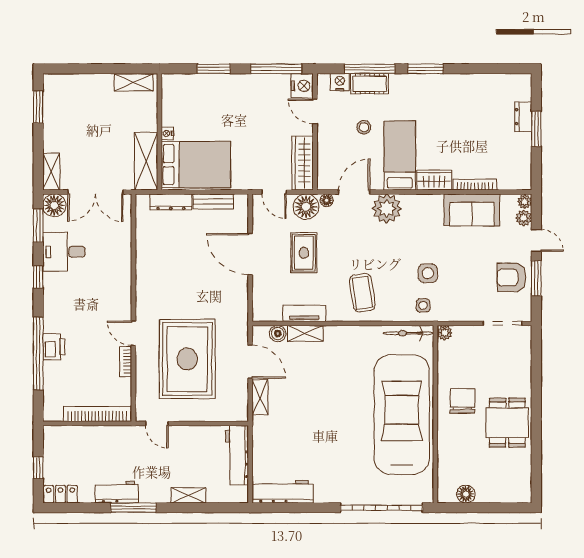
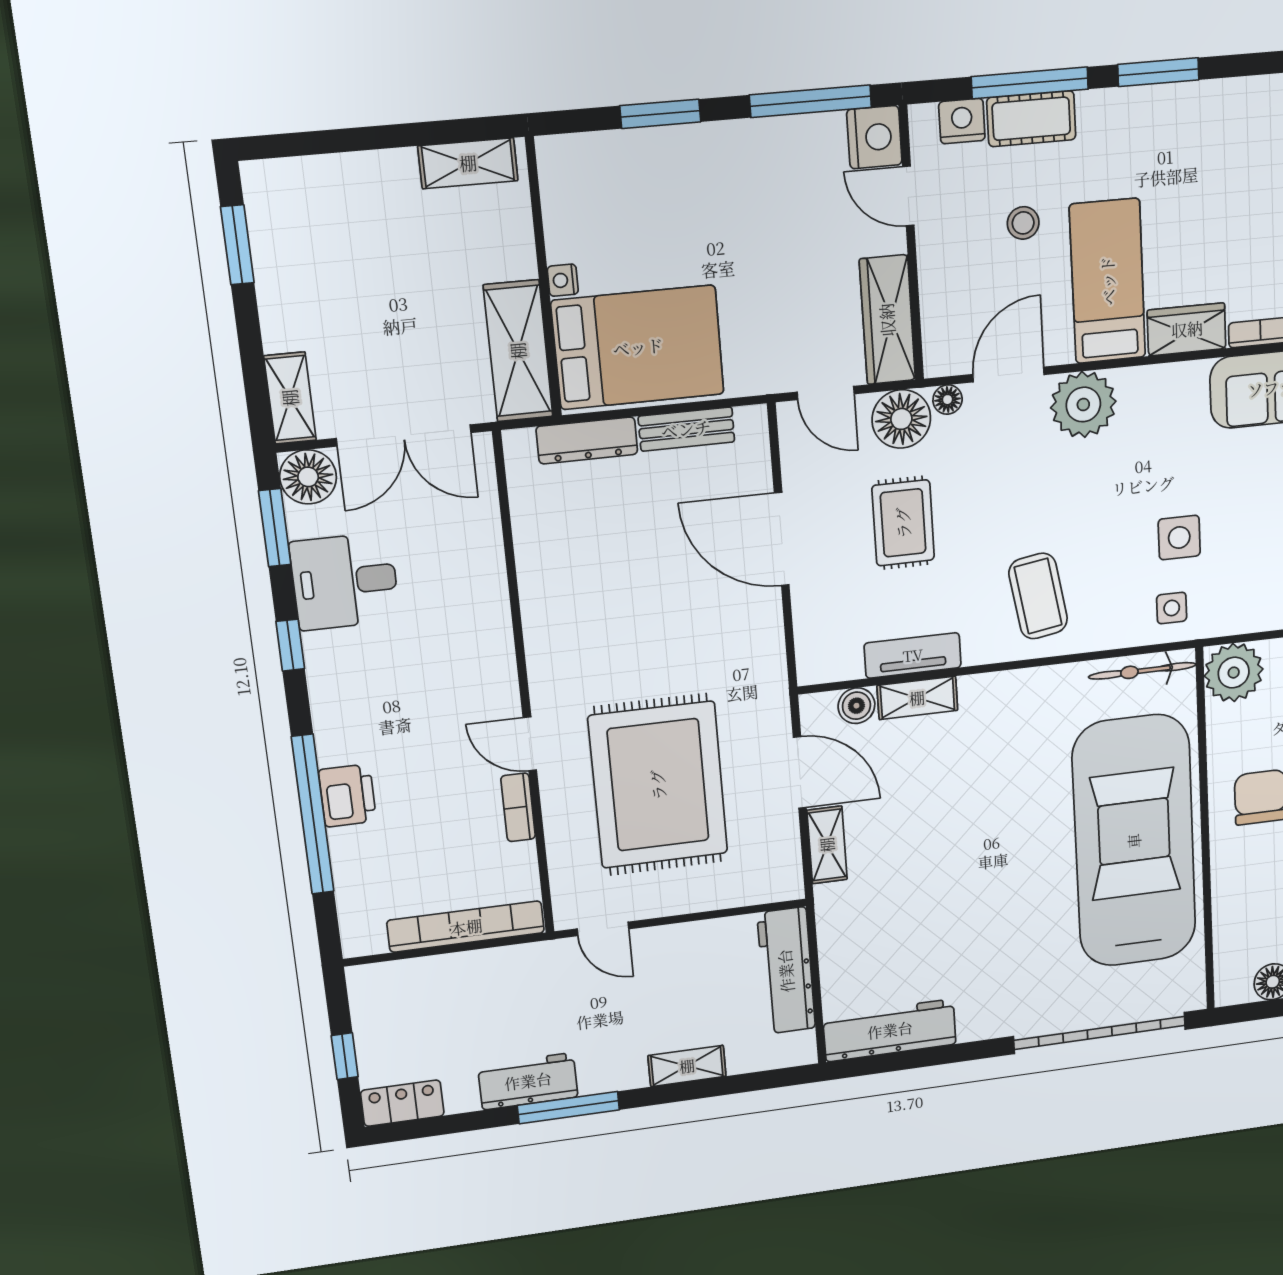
plant: (445, 333) -> (1234, 673), width x1.88, depth x1.88

